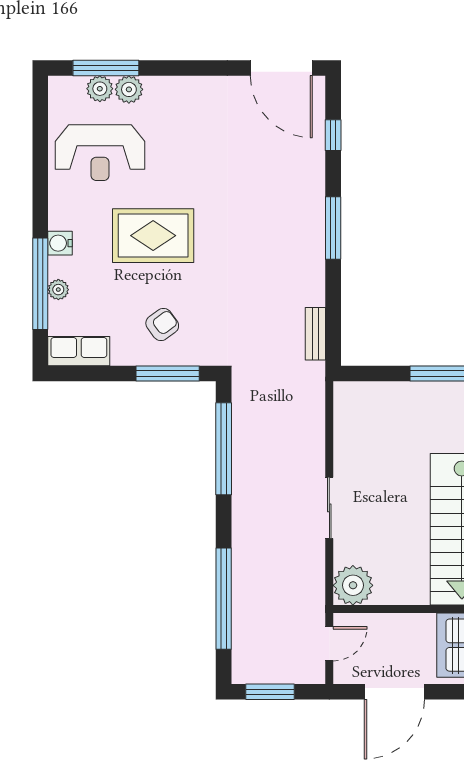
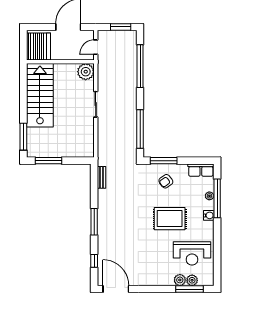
reception desk: (100, 153) -> (192, 253), turned 180

